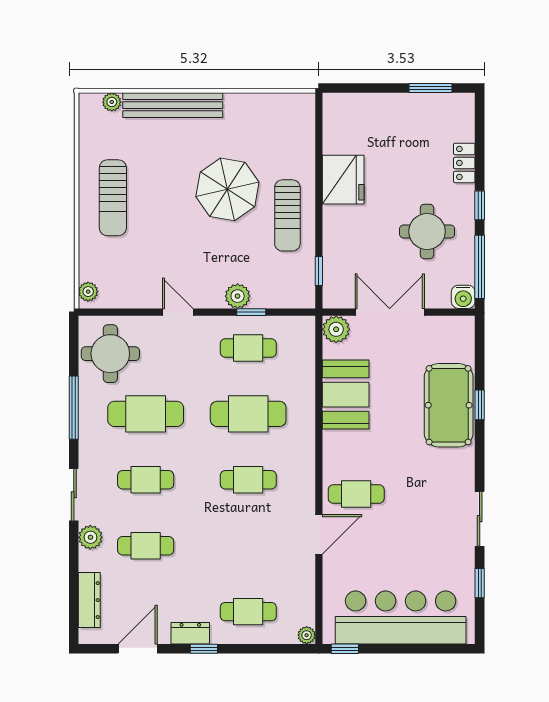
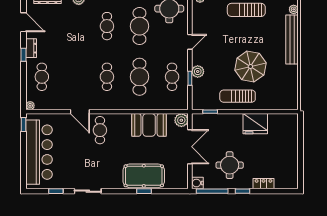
window: (430, 88) -> (301, 167), removed
cafe table: (146, 546) -> (74, 26), removed

